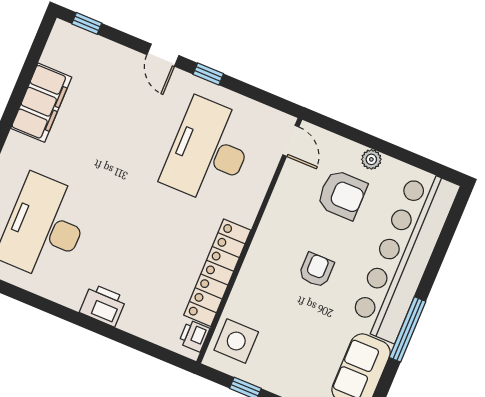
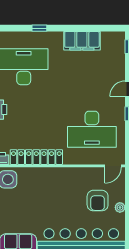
desk: (209, 151) -> (92, 129), turned 180
armchair: (316, 270) -> (57, 203), removed

